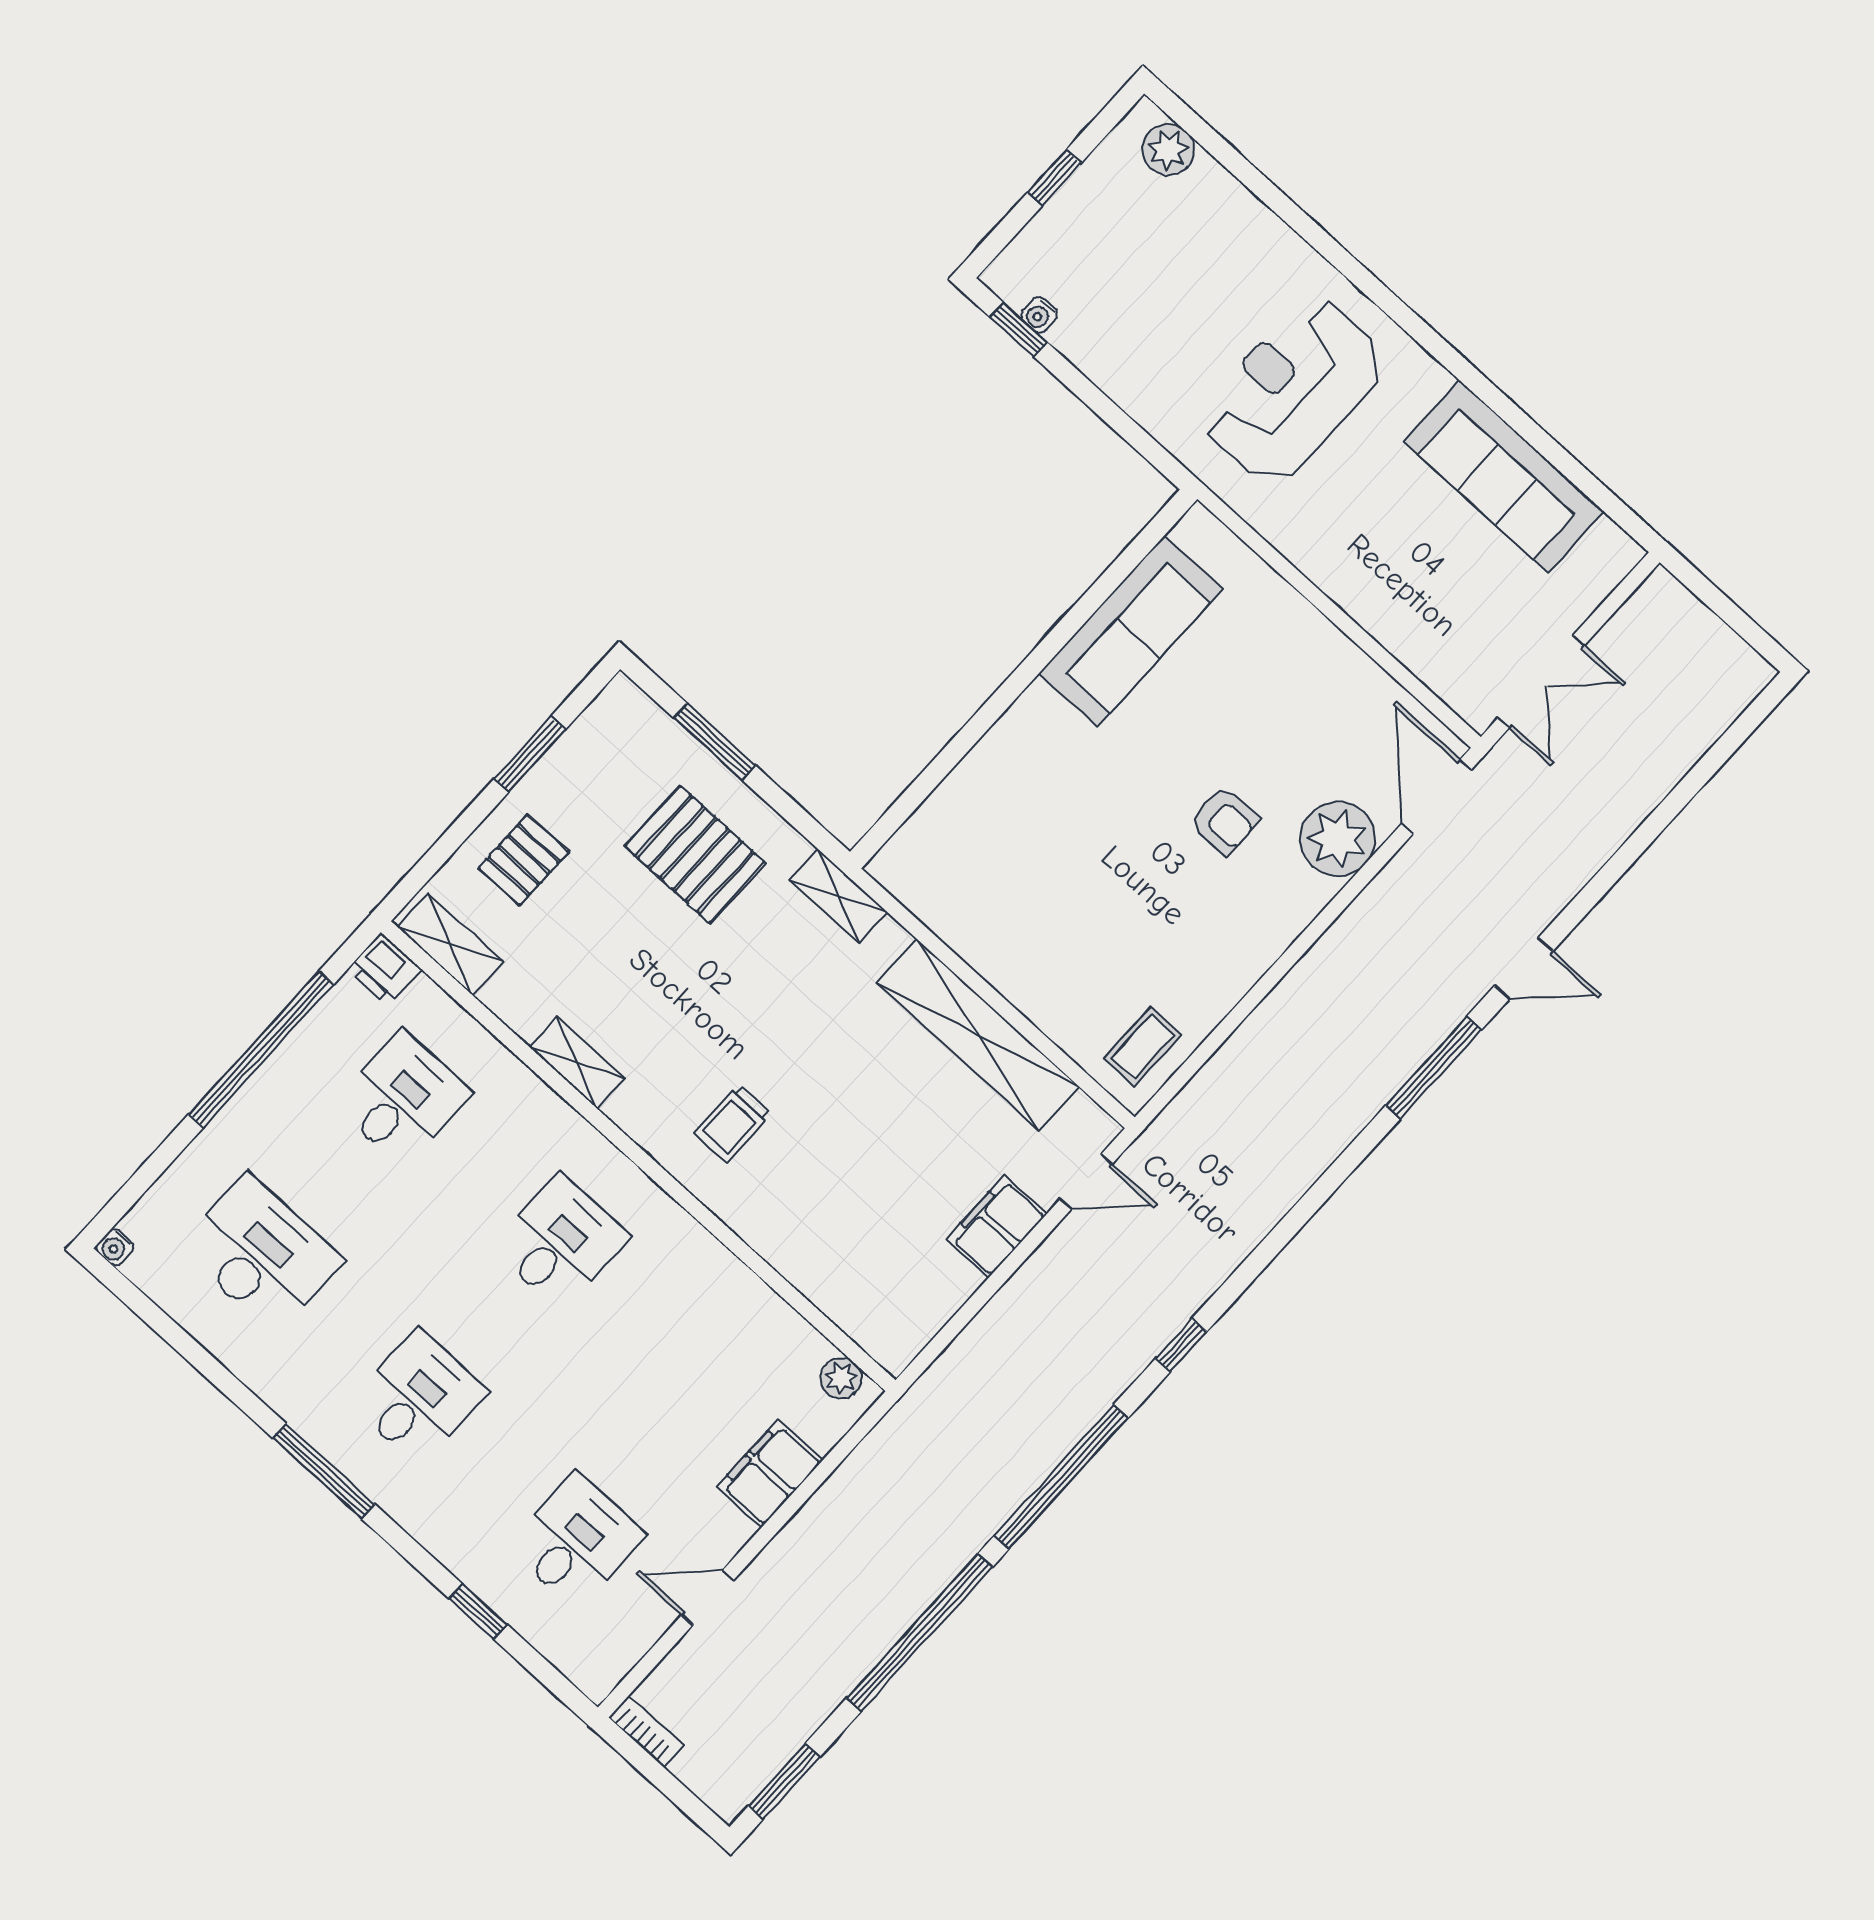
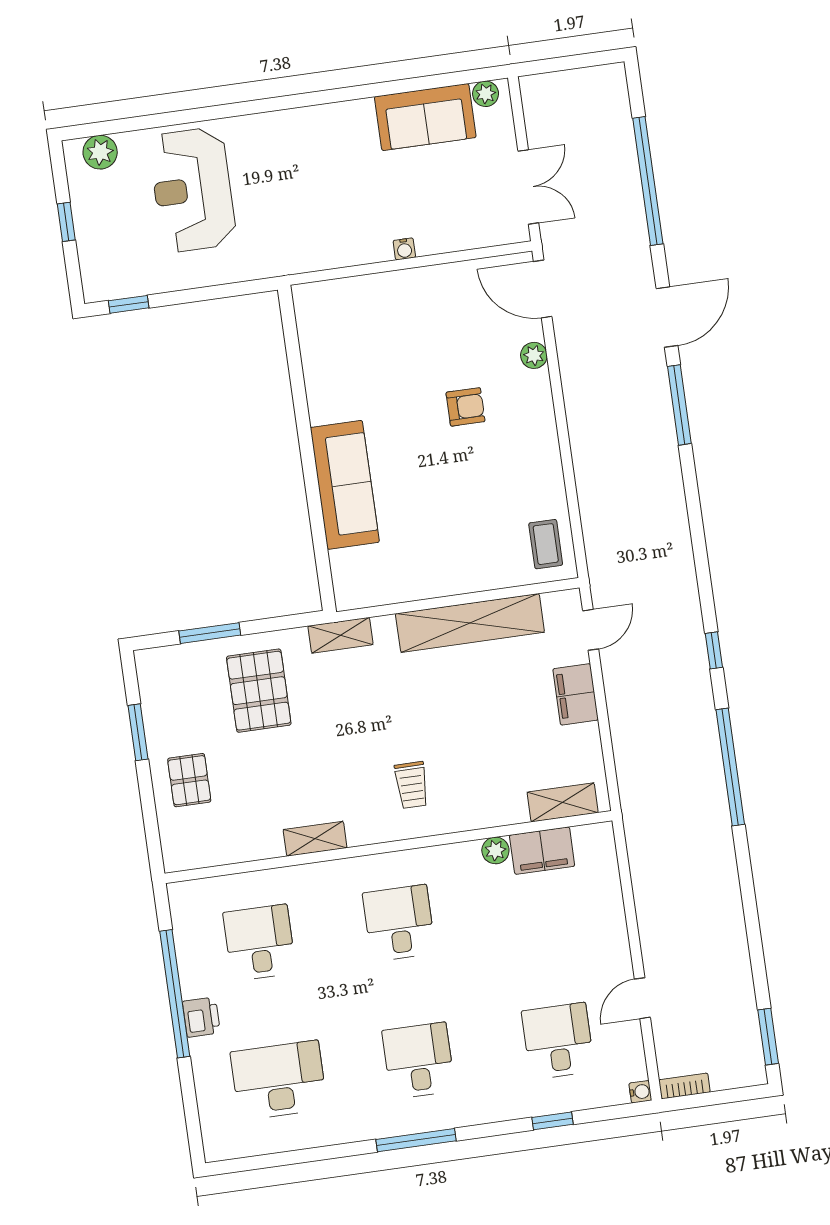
water cooler: (1039, 315) -> (404, 249), moved
reception desk: (1293, 390) -> (192, 190), moved
sofa: (1504, 477) -> (425, 117), width x0.73
plant: (1608, 542) -> (486, 94), added
sofa: (1131, 631) -> (345, 485), moved
plant: (1338, 839) -> (534, 355), width x0.53, depth x0.53
pallet: (695, 854) -> (259, 691), turned 90
shelving: (450, 944) -> (563, 802), moved
door: (1524, 968) -> (667, 317), width x1.38
printer: (385, 969) -> (201, 1017), moved, turned -90
water cooler: (115, 1247) -> (640, 1092), moved, turned -90
plant: (841, 1378) -> (495, 850), moved
filing cabinet: (770, 1473) -> (542, 851), moved, turned -90
window: (920, 1632) -> (648, 181), moved

